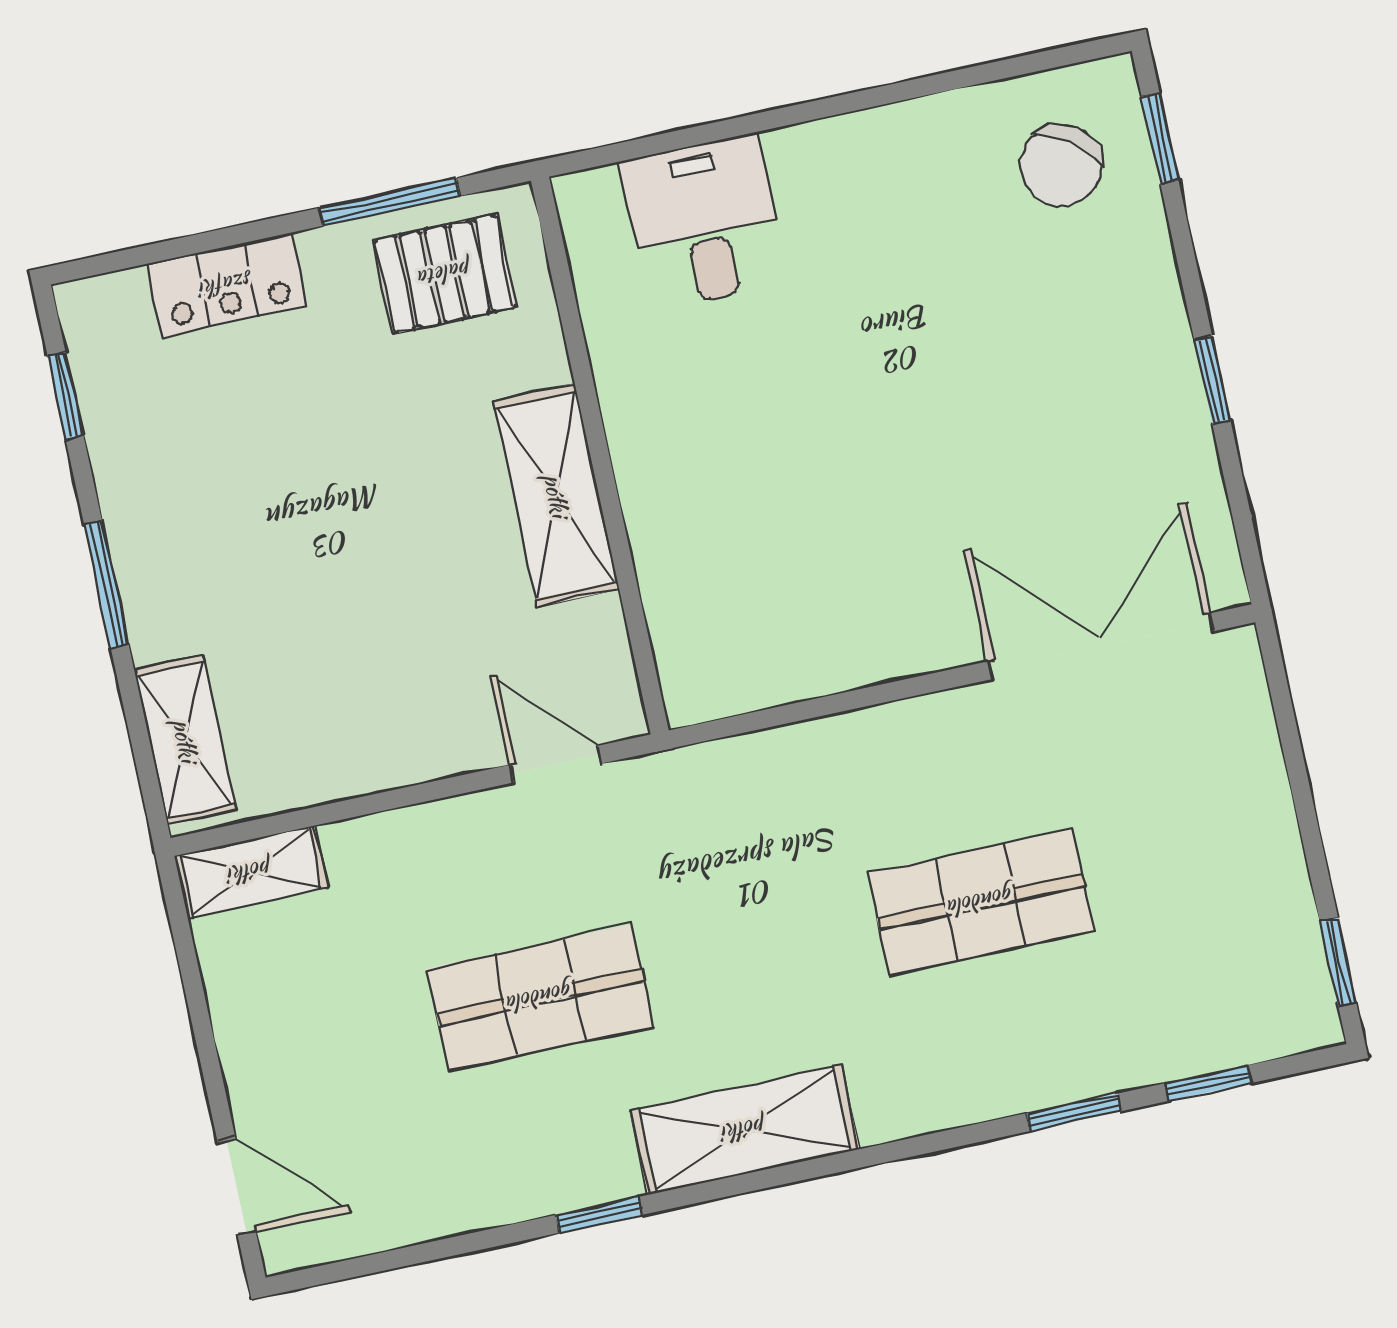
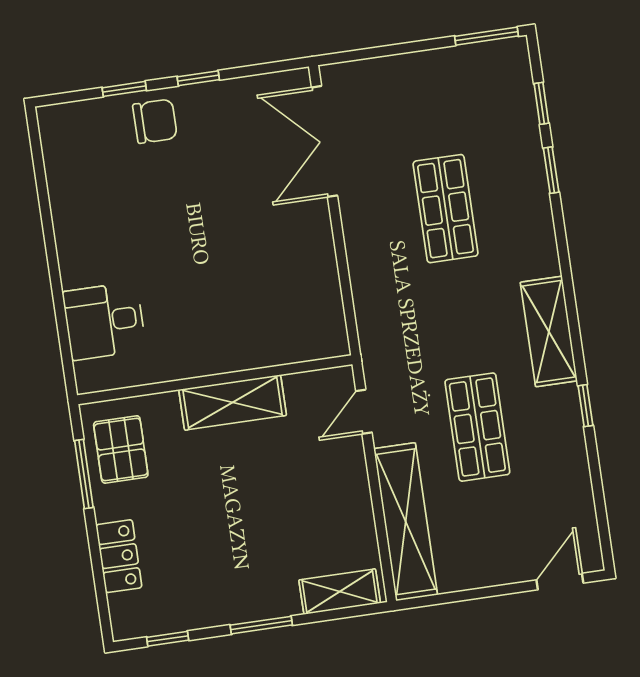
window: (1160, 138) -> (124, 89), moved
chair: (1061, 165) -> (155, 121), moved, turned -36
shelving: (251, 872) -> (406, 522), width x2.20, depth x1.33
window: (1338, 962) -> (487, 36), width x1.50

